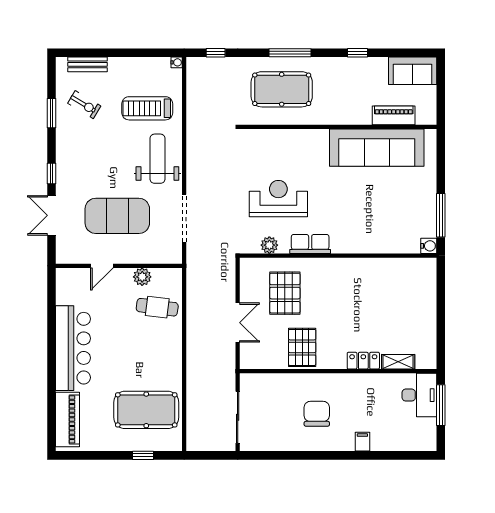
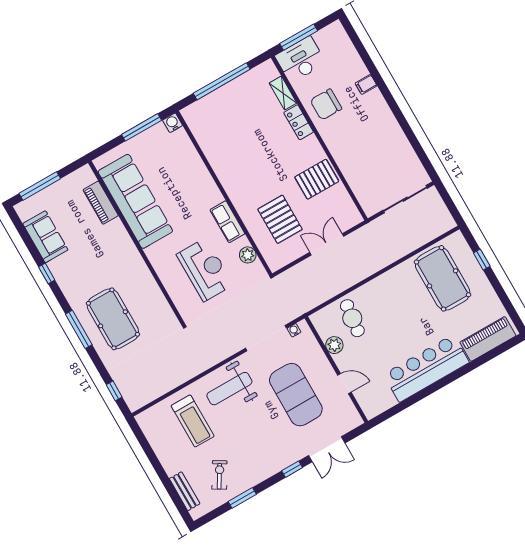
water cooler: (177, 62) -> (294, 330), moved
sofa: (413, 71) -> (45, 237), moved
window: (441, 92) -> (40, 186), added
piano: (394, 115) -> (101, 203), moved
wall: (338, 127) -> (137, 243), moved
sofa: (377, 148) -> (135, 201), moved
reception desk: (278, 199) -> (205, 270), turned 180
pallet: (285, 293) -> (280, 219), turned 90
window: (441, 312) -> (222, 81), added
chair: (317, 414) -> (326, 105), moved

